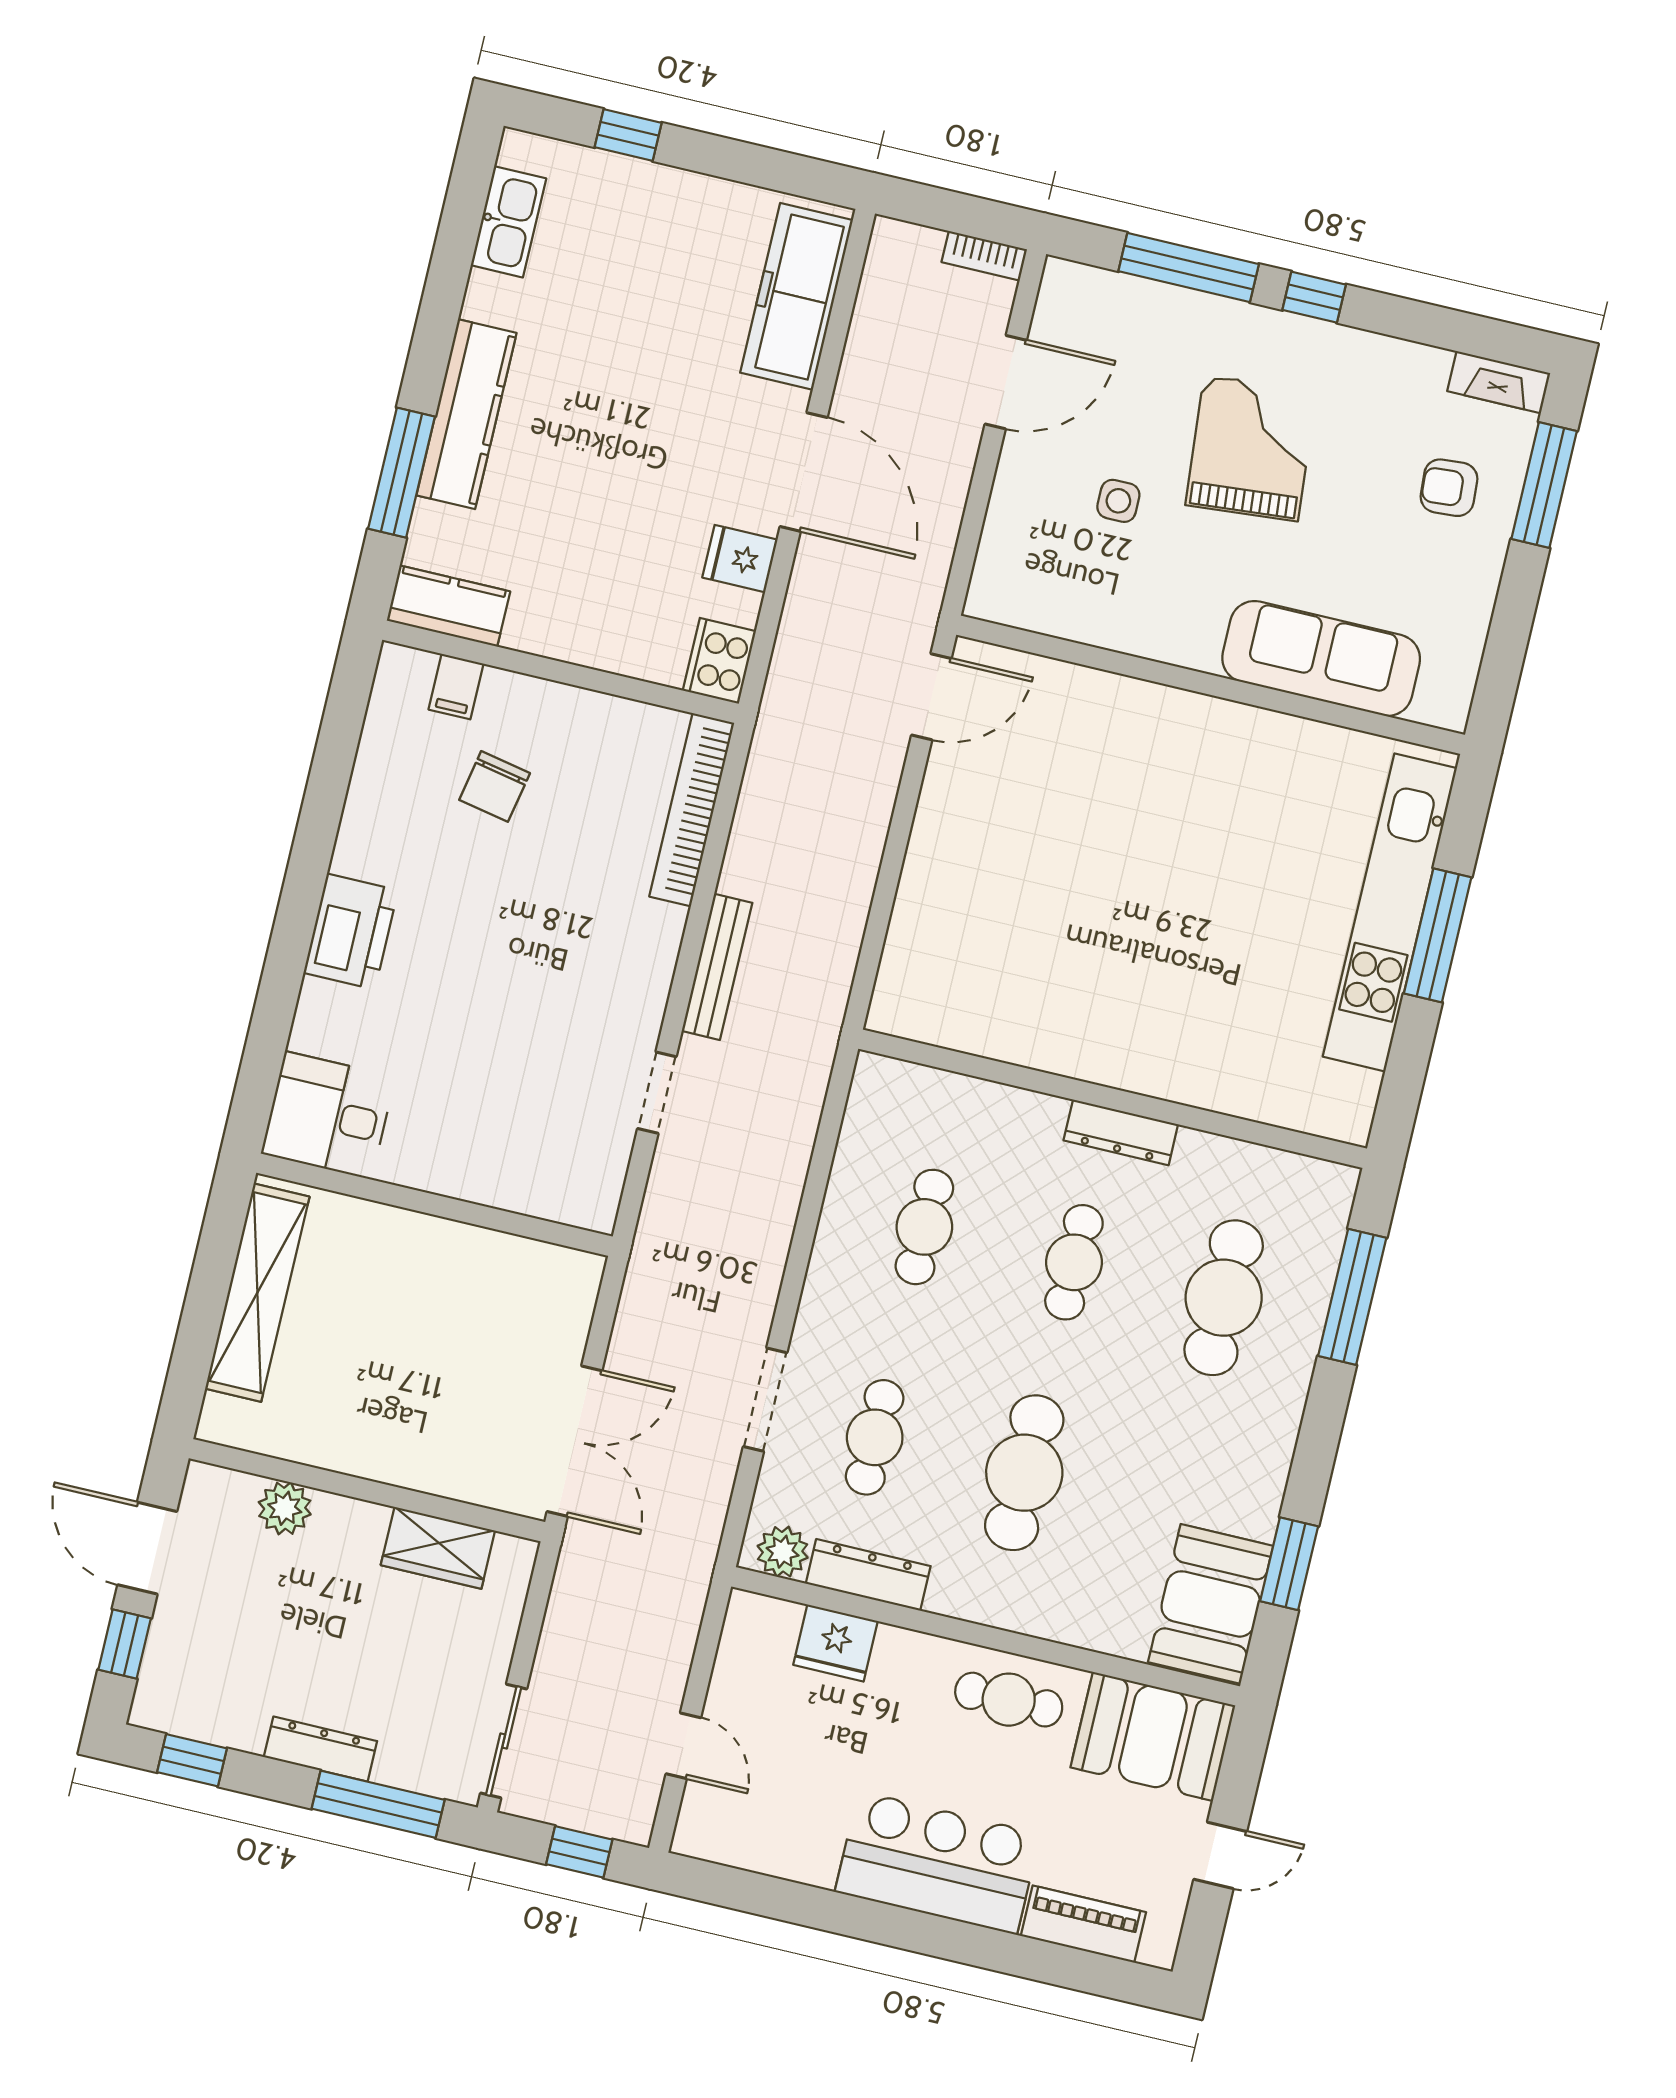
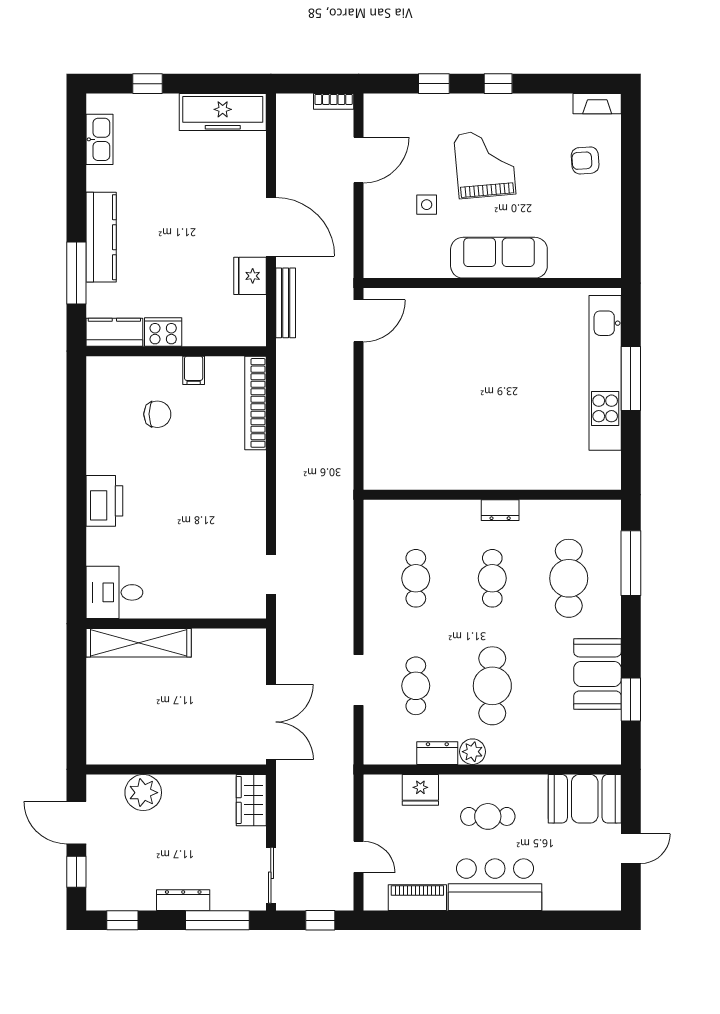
window: (1189, 268) -> (434, 84), width x0.46
freezer: (797, 296) -> (223, 112), moved, turned -90
window: (1544, 485) -> (631, 148), removed
fridge: (740, 559) -> (250, 276), width x1.38
sofa: (1321, 658) -> (499, 258), moved
cooker: (719, 661) -> (163, 332), moved, turned 90
filing cabinet: (456, 687) -> (194, 370), moved
chair: (495, 786) -> (157, 414), turned -101
bench: (717, 967) -> (286, 303), moved
doorway: (657, 1093) -> (271, 574), moved
dresser: (1121, 1132) -> (500, 510), width x0.70
shelving: (257, 1293) -> (139, 643), moved, turned 90
plant: (285, 1508) -> (143, 793), width x1.36, depth x1.36
wardrobe: (438, 1548) -> (251, 800), moved, turned 90
plant: (783, 1552) -> (473, 752), moved
dresser: (868, 1575) -> (437, 753), width x0.70
booth: (1211, 1604) -> (597, 674), moved
cafe table: (1009, 1700) -> (488, 816), moved
piano: (1083, 1924) -> (417, 898), moved

